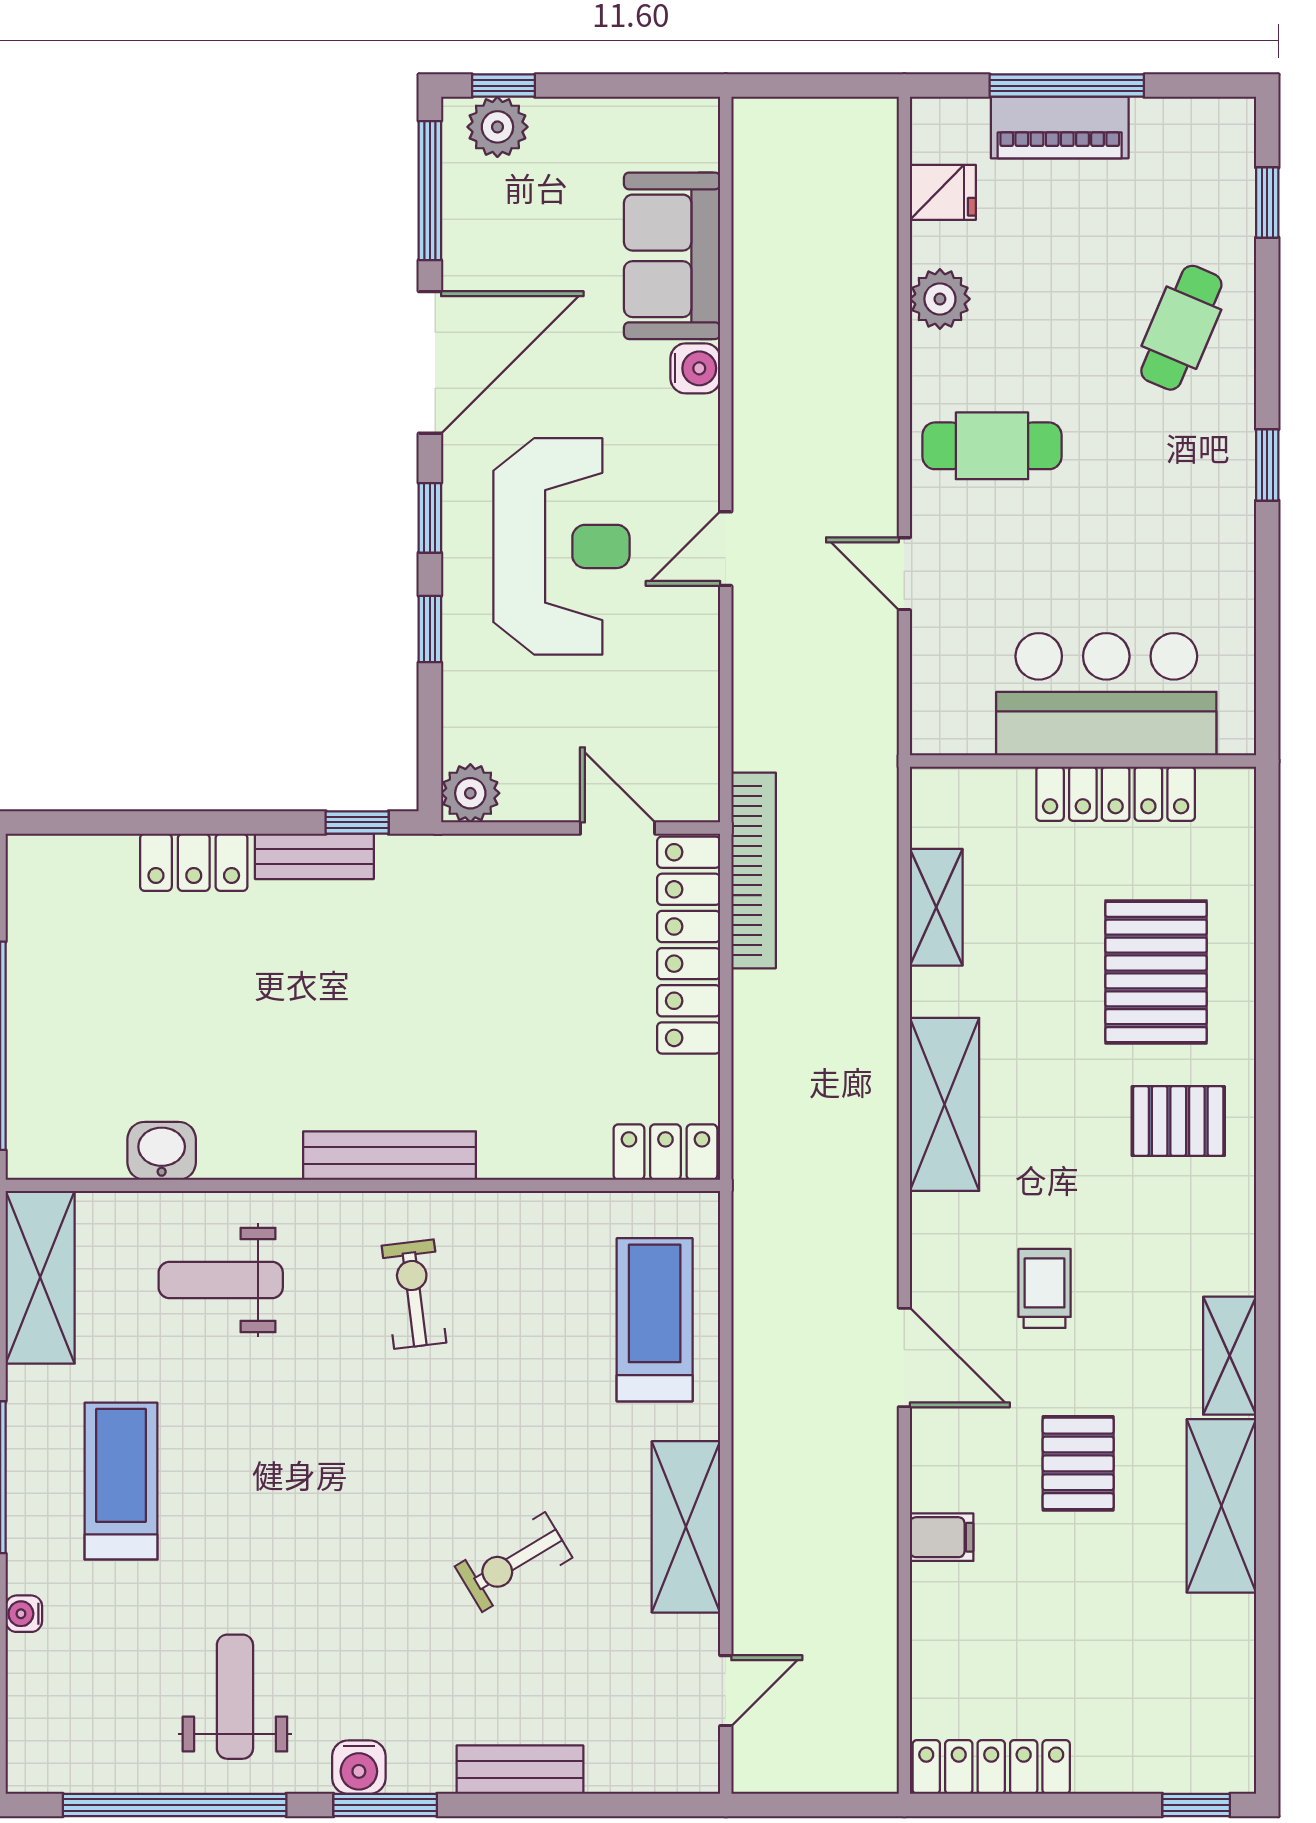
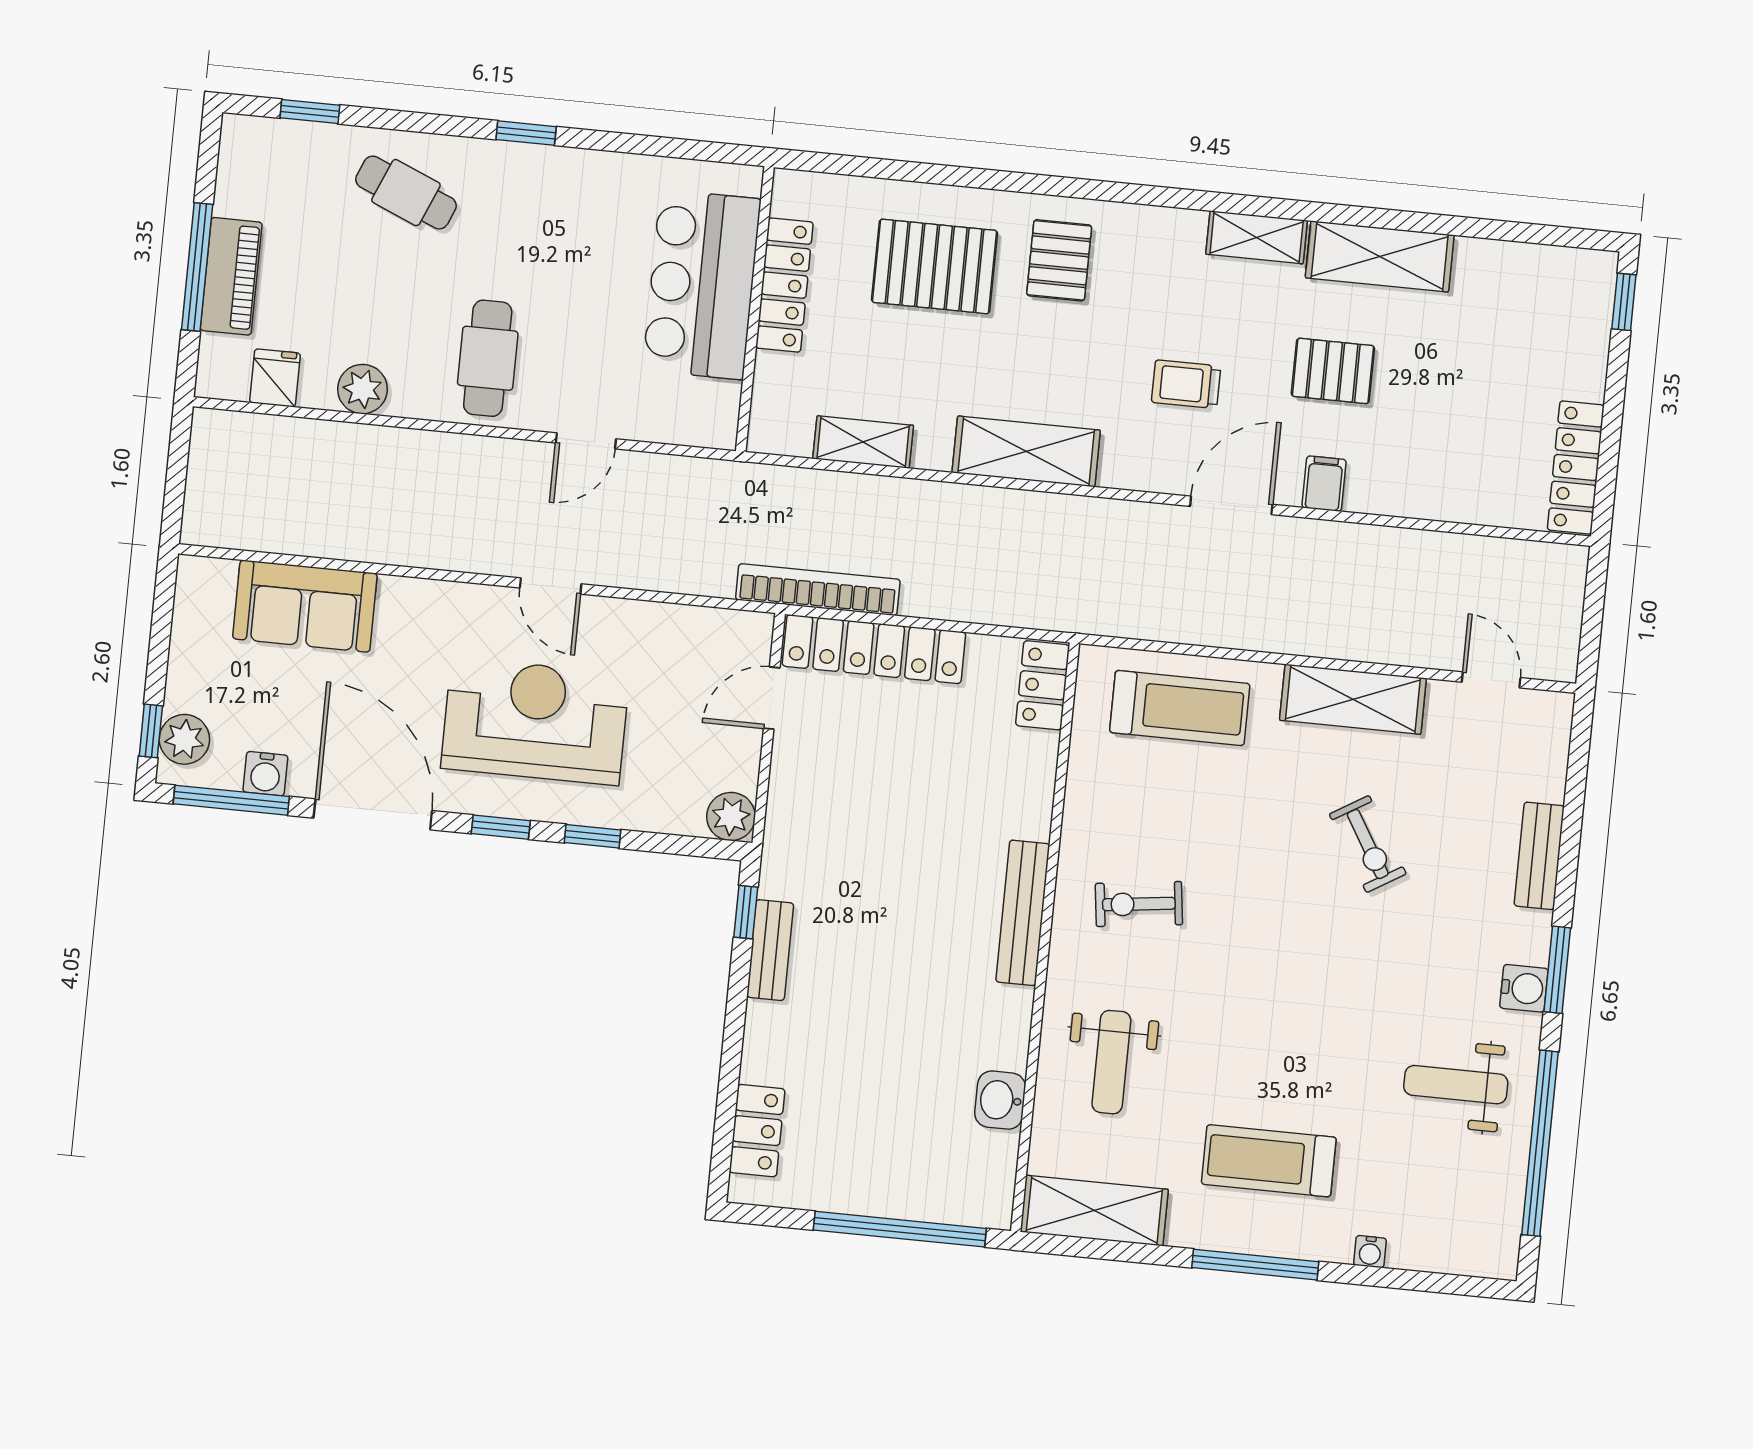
water cooler: (695, 368) -> (265, 774), moved, turned 180
locker: (194, 862) -> (757, 1131), moved
treadmill: (655, 1320) -> (1180, 708), turned 180
filing cabinet: (942, 1537) -> (1324, 484), moved

